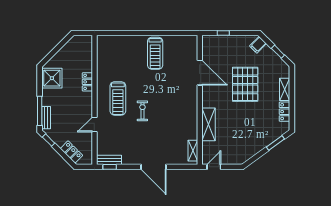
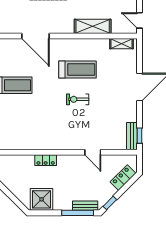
door: (200, 73) -> (35, 36), swing flipped
treadmill: (118, 98) -> (78, 70), moved

